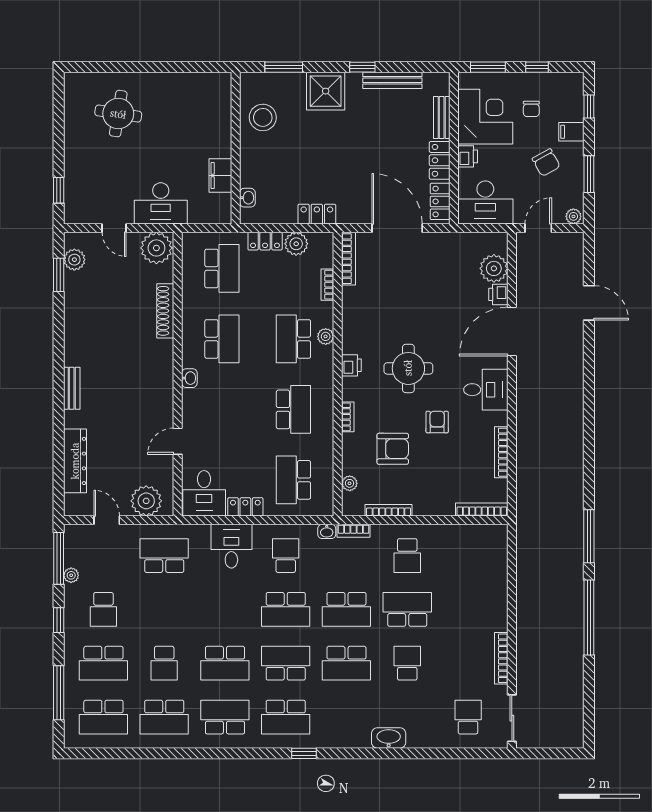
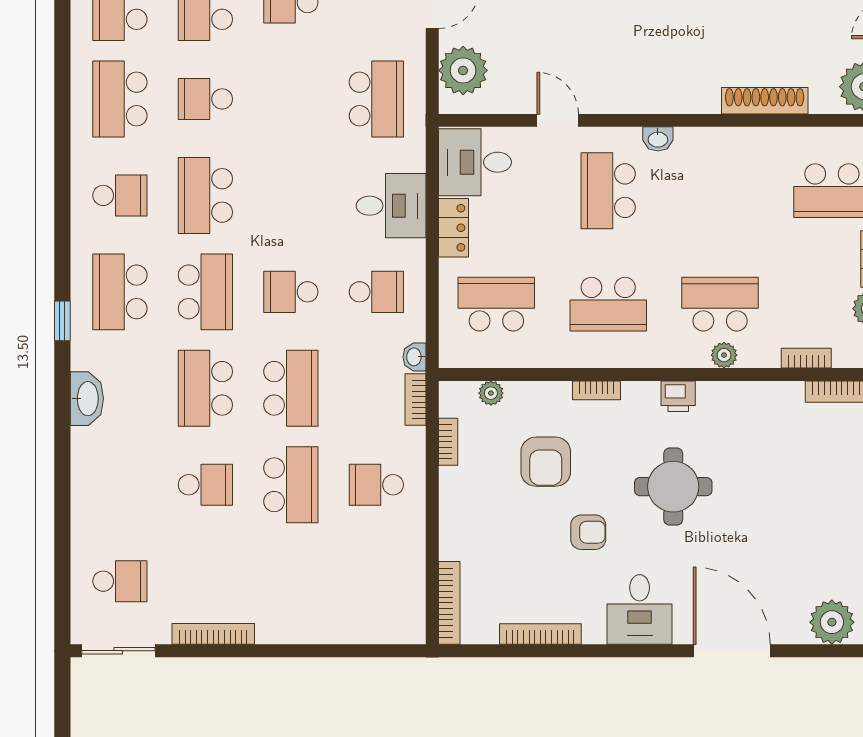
printer: (498, 294) -> (791, 629), removed
school desk: (222, 339) -> (608, 191), moved, turned 90
bookcase: (389, 510) -> (448, 442), width x0.64
school desk: (286, 609) -> (291, 292), width x0.54
school desk: (346, 609) -> (291, 388), turned 180
school desk: (225, 717) -> (120, 195), width x0.54
washbasin: (389, 738) -> (87, 399), moved

